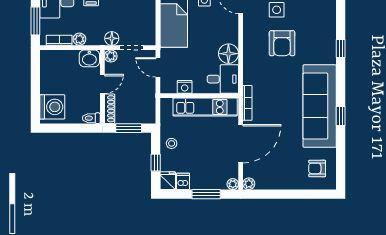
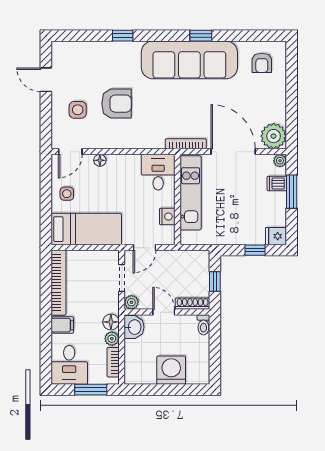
floor lamp: (112, 38) -> (111, 322), moved
floor lamp: (228, 54) -> (100, 160), moved, width x0.53, depth x0.53
washing machine: (52, 107) -> (171, 370), moved
window: (129, 128) -> (215, 281), width x0.67
stool: (172, 143) -> (233, 232), removed
dishwasher: (183, 181) -> (277, 183), moved
plant: (249, 184) -> (274, 136), width x1.87, depth x1.87

